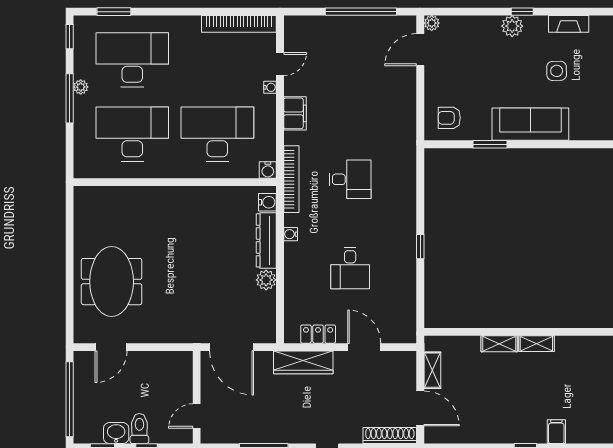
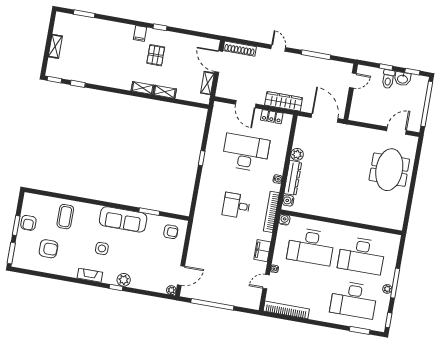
desk: (350, 268) -> (246, 153), width x1.87, depth x1.30
pallet: (525, 401) -> (156, 55), added

